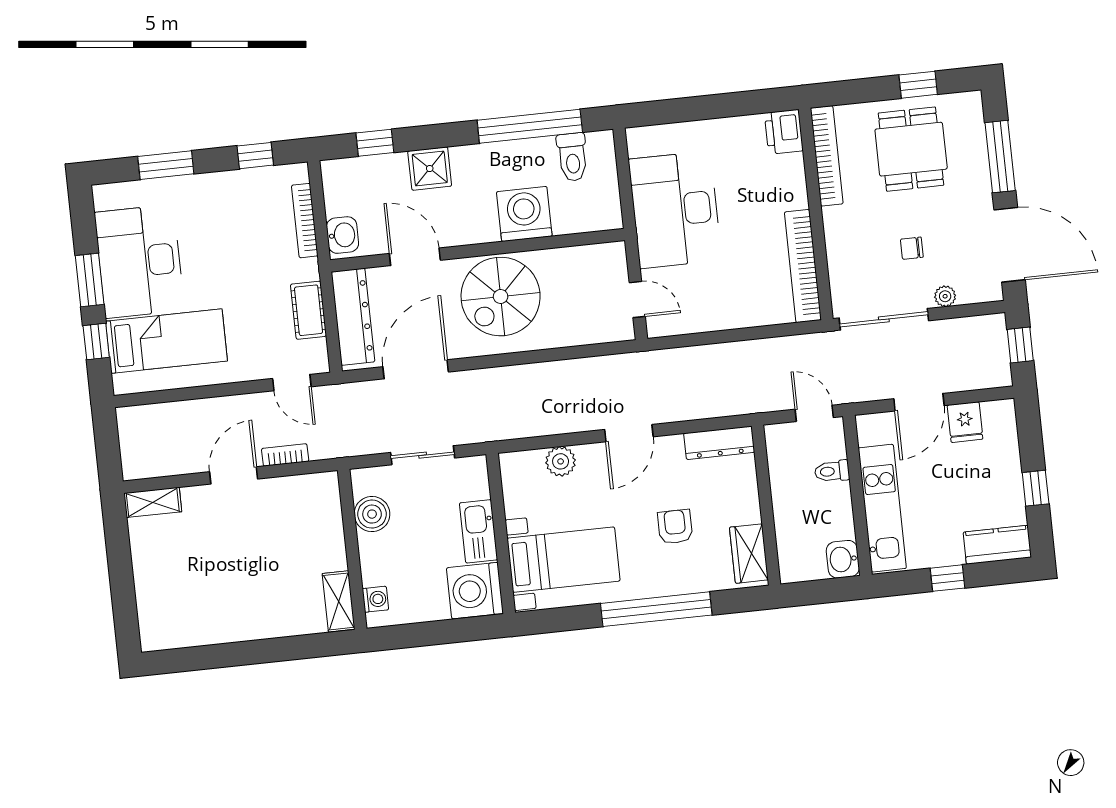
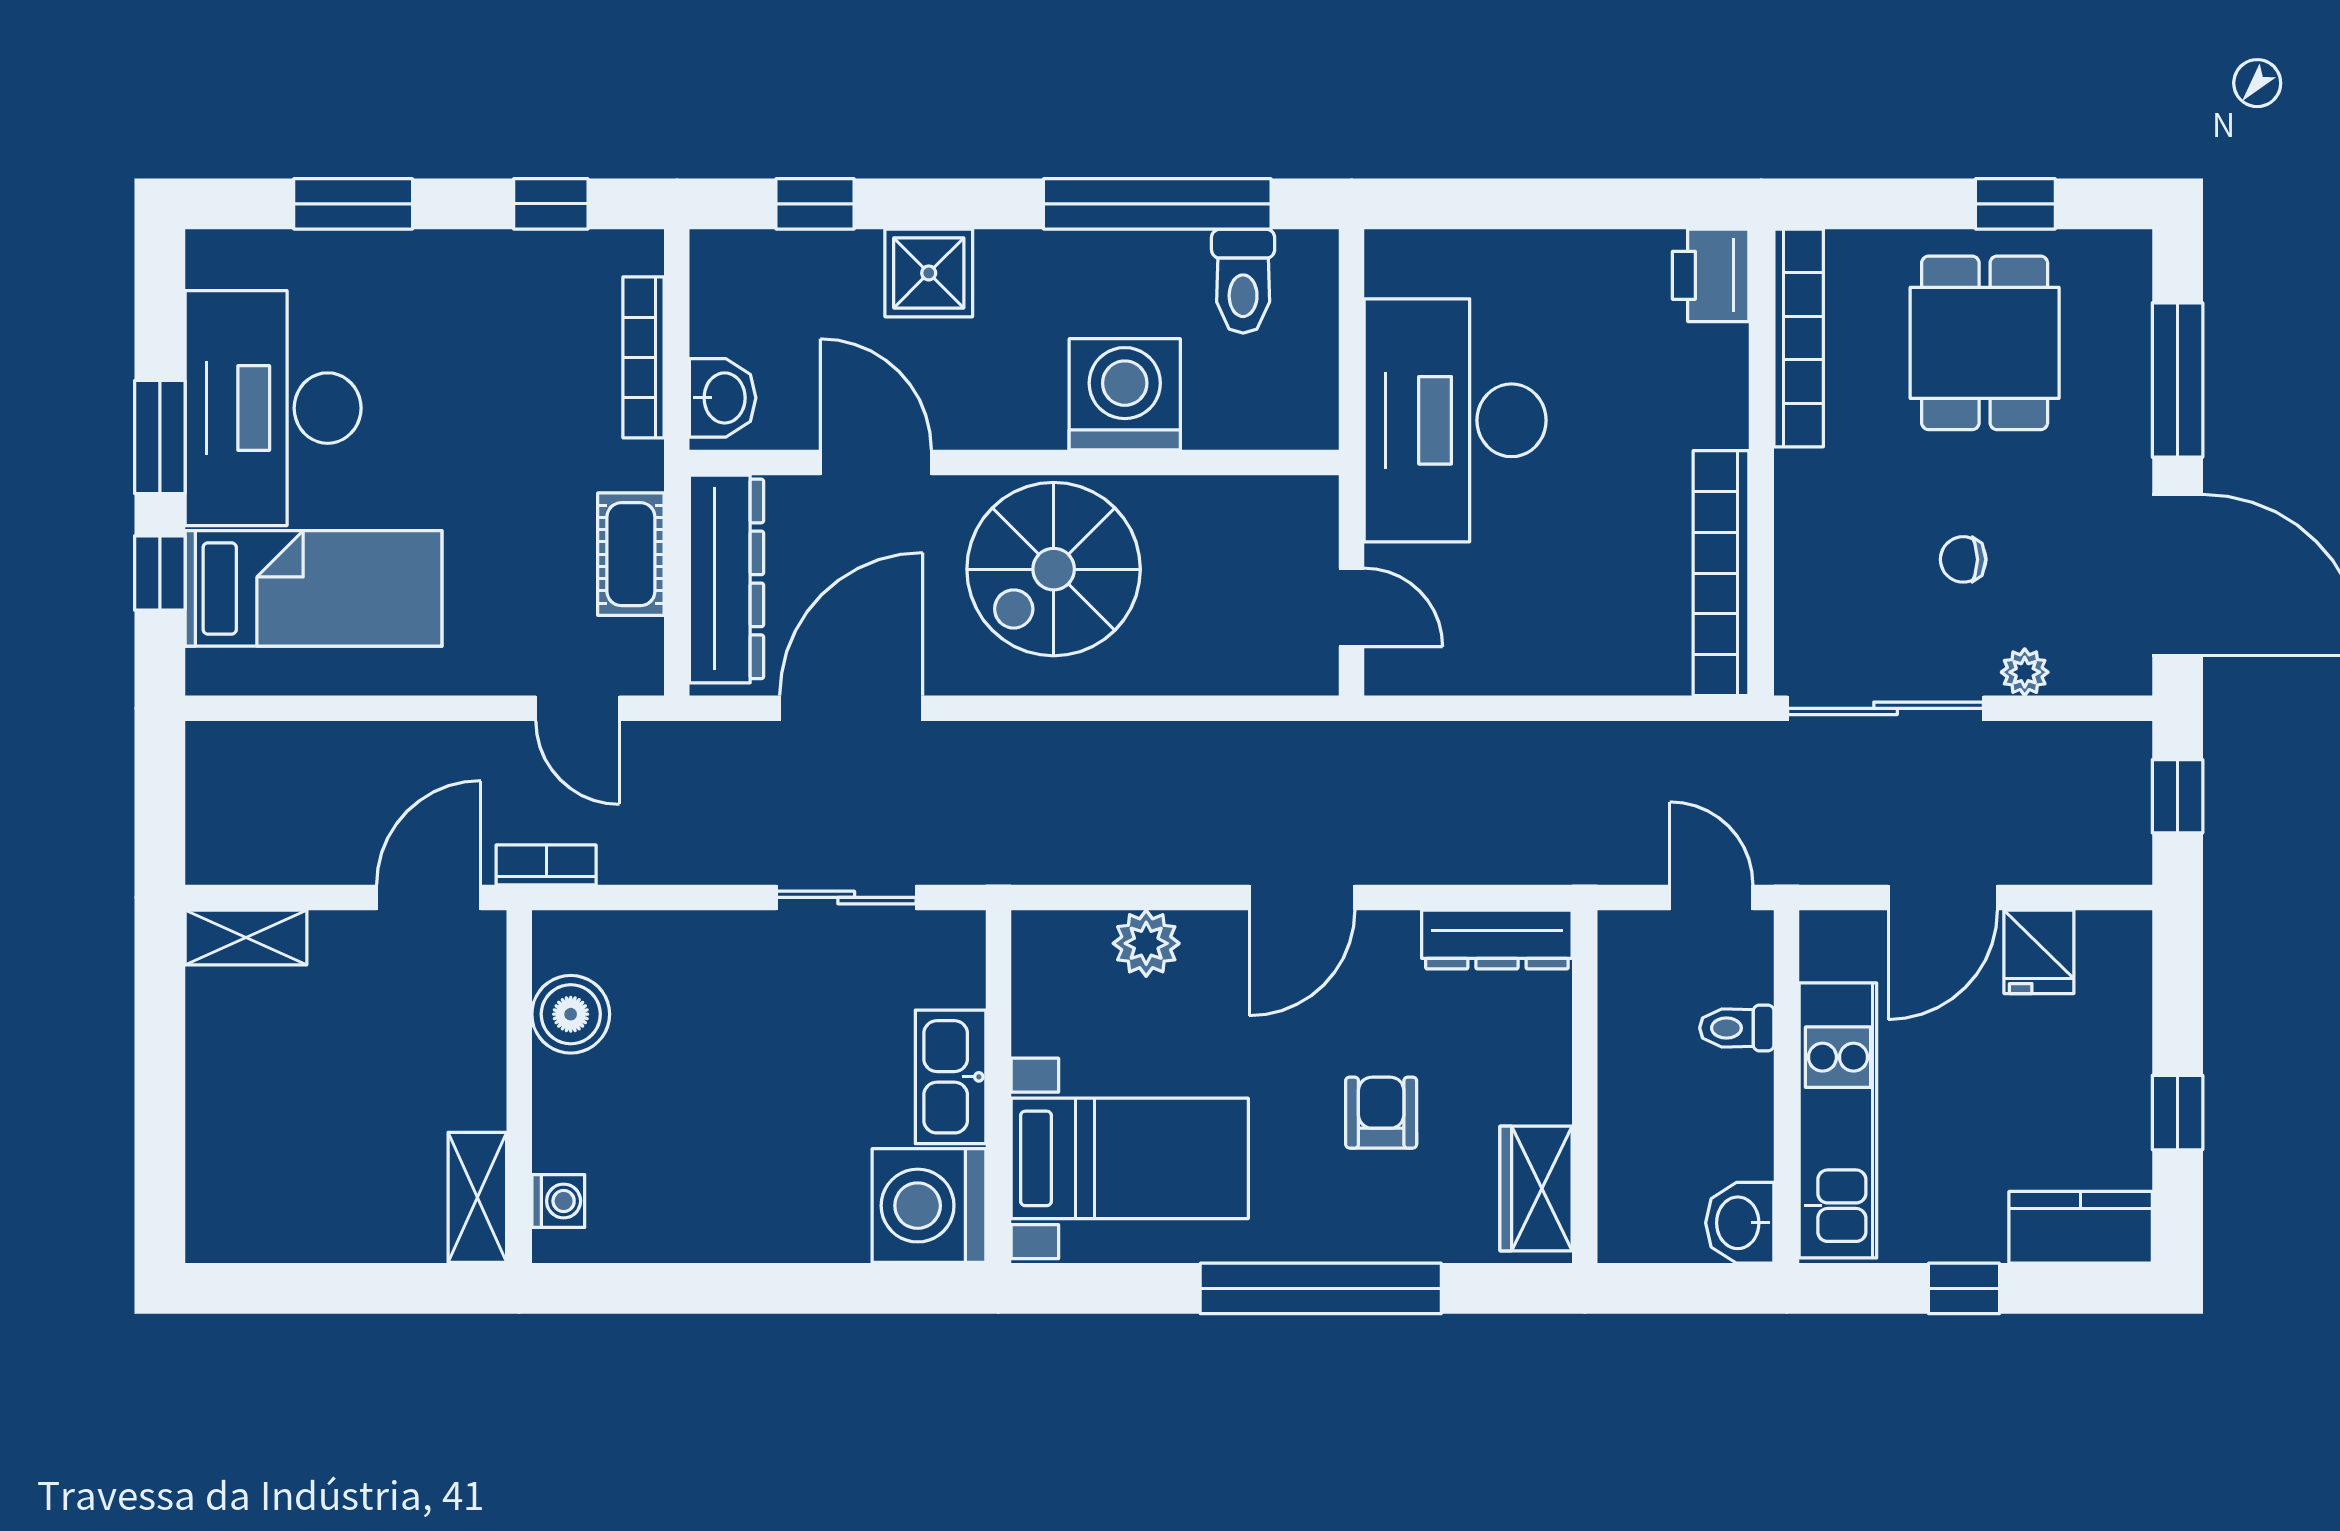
boiler: (372, 514) -> (571, 1014), moved
wall: (352, 549) -> (519, 1087), moved
washing machine: (375, 599) -> (558, 1201), moved
shelving: (339, 601) -> (477, 1197), moved

